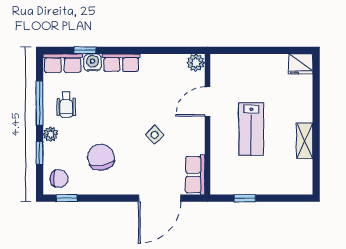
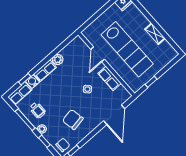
plant: (196, 63) -> (58, 59), moved
lab bench: (251, 129) -> (127, 49), width x1.86, depth x1.39
row of seats: (195, 175) -> (110, 78), moved

